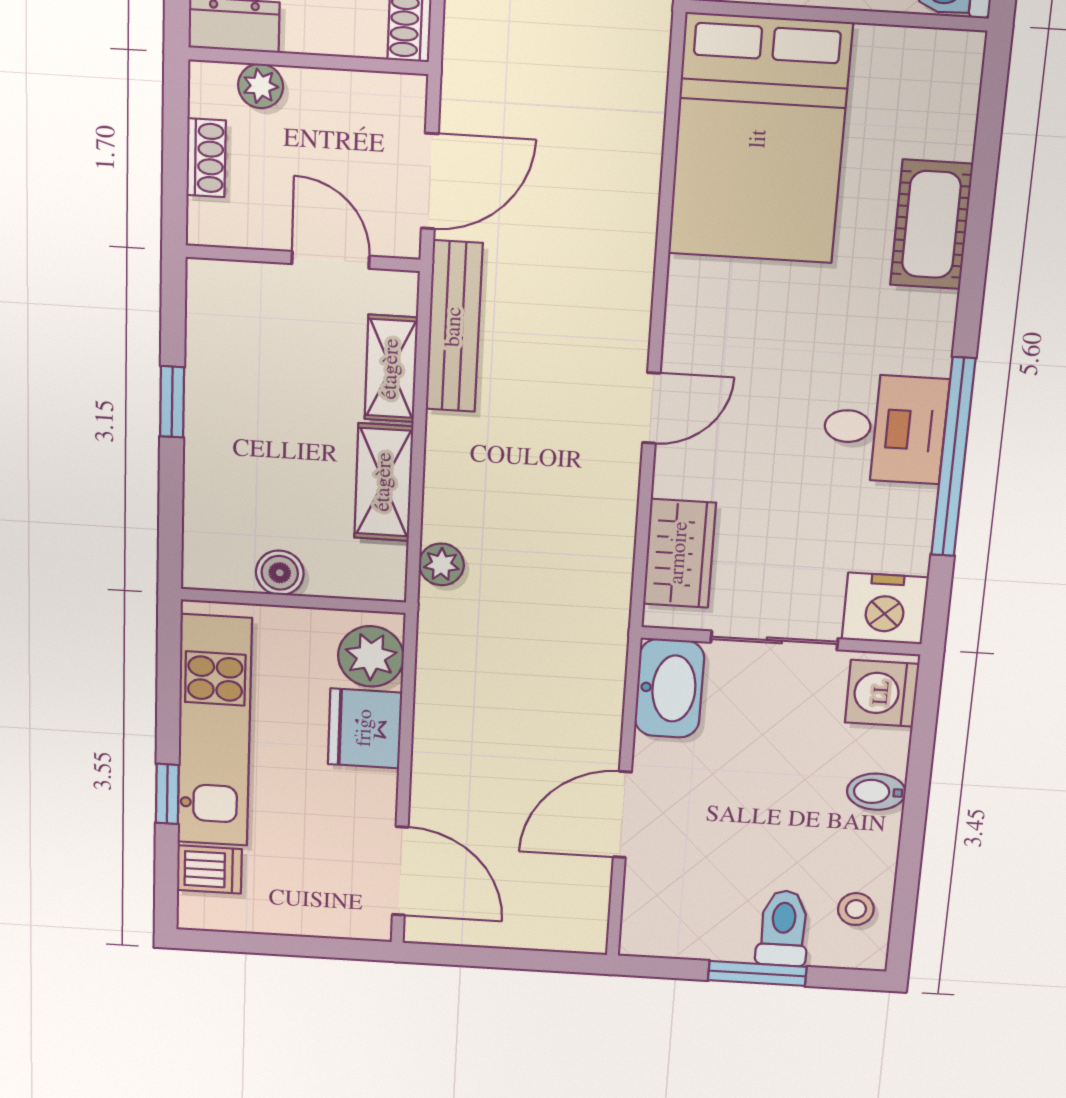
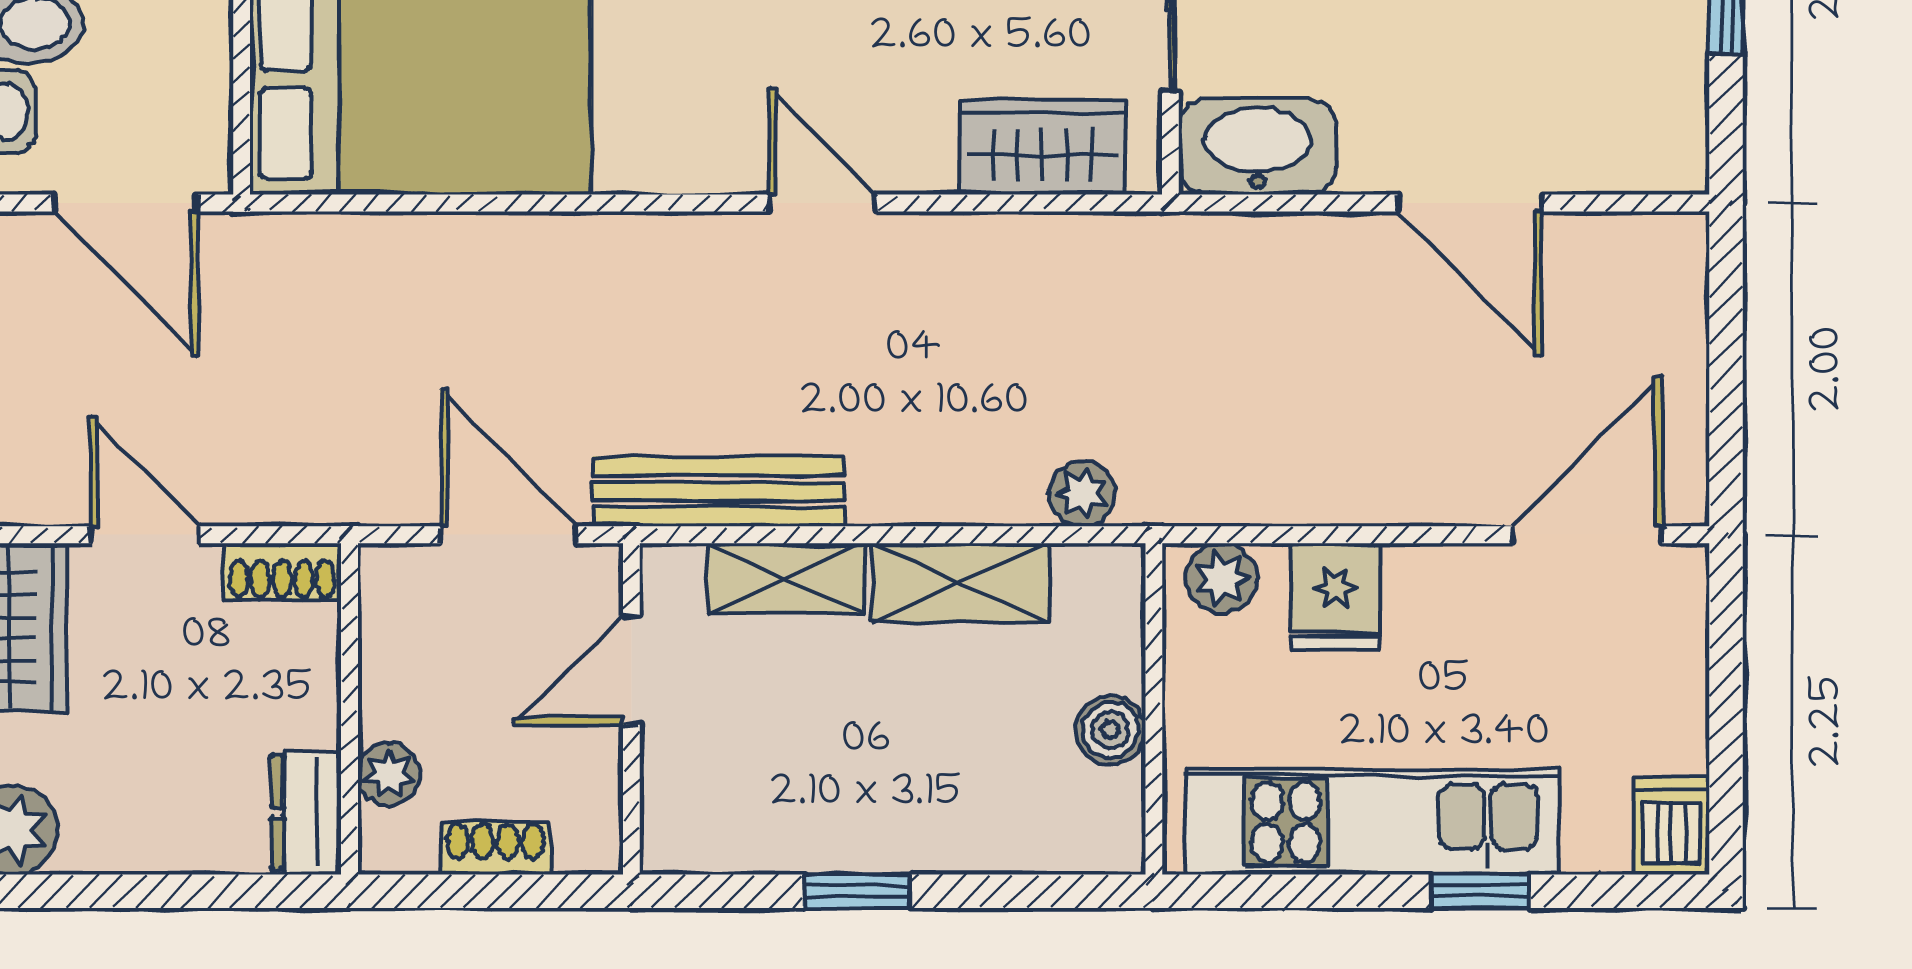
plant: (371, 656) -> (1222, 578), width x0.73, depth x0.73
fridge: (365, 728) -> (1335, 597), width x0.72
dishwasher: (209, 869) -> (1671, 826), moved

